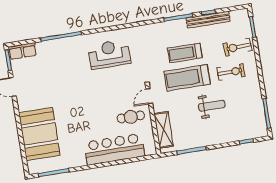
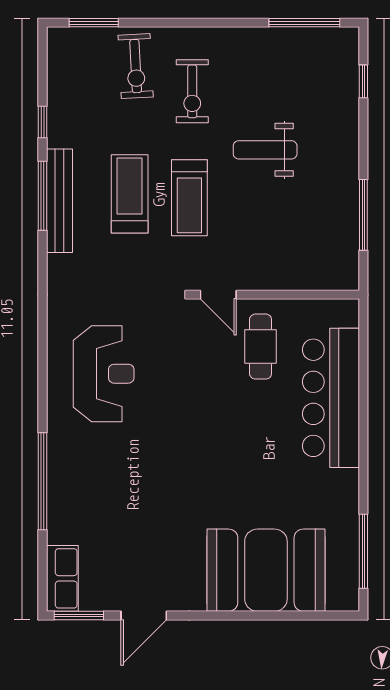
bench: (208, 20) -> (59, 201), moved
treadmill: (185, 53) -> (130, 194), turned 180
reception desk: (109, 54) -> (104, 374), turned 180
exercise bike: (231, 72) -> (192, 91), turned 180
treadmill: (187, 78) -> (189, 198), width x0.73, depth x0.73
weight bench: (212, 106) -> (265, 150), turned -90
shelving: (164, 130) -> (304, 273), removed

